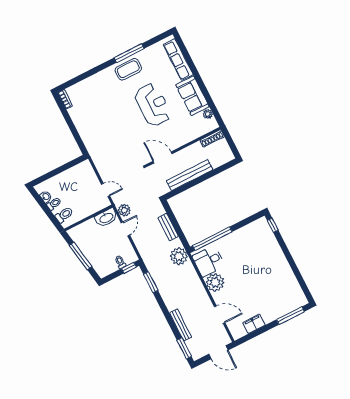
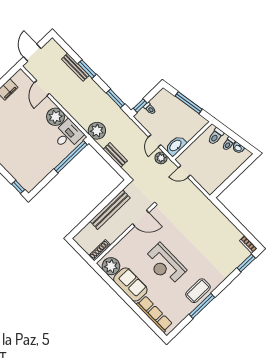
window: (73, 82) -> (246, 263), added
plant: (208, 114) -> (111, 266), width x1.88, depth x1.88
door: (220, 315) -> (42, 88), hinge flipped
window: (184, 348) -> (87, 69), moved
door: (218, 352) -> (32, 53), hinge flipped

